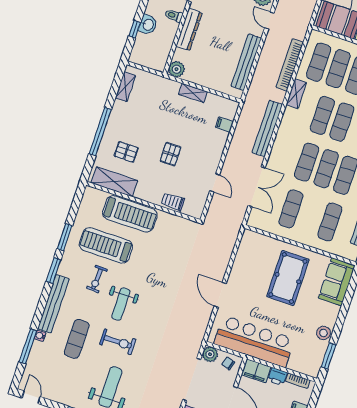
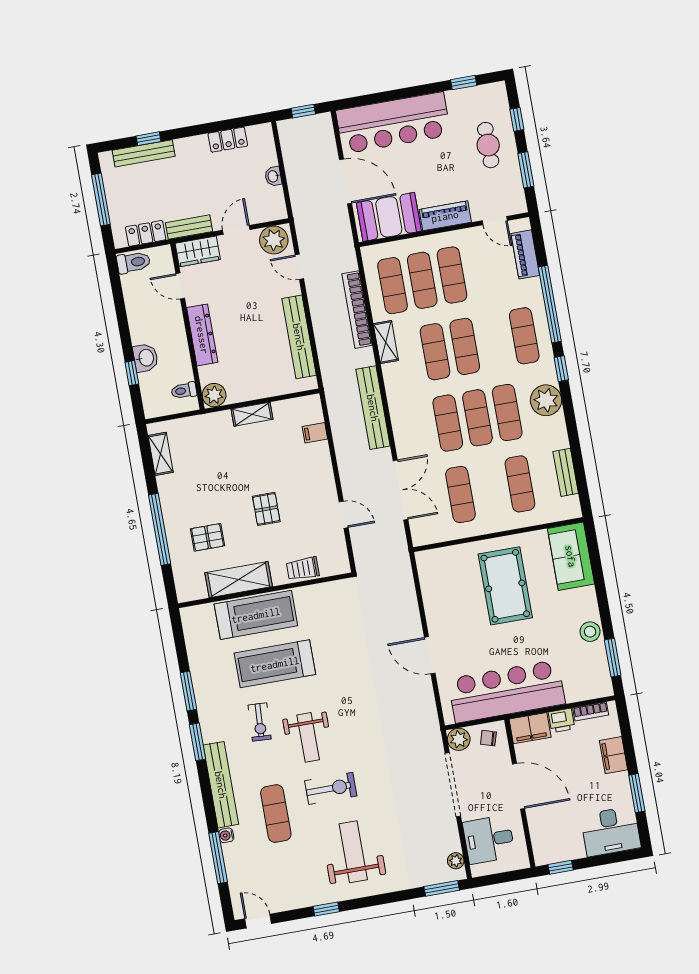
toilet: (174, 16) -> (184, 391), moved
shelving: (114, 182) -> (239, 580), moved
treadmill: (106, 245) -> (275, 664), moved

